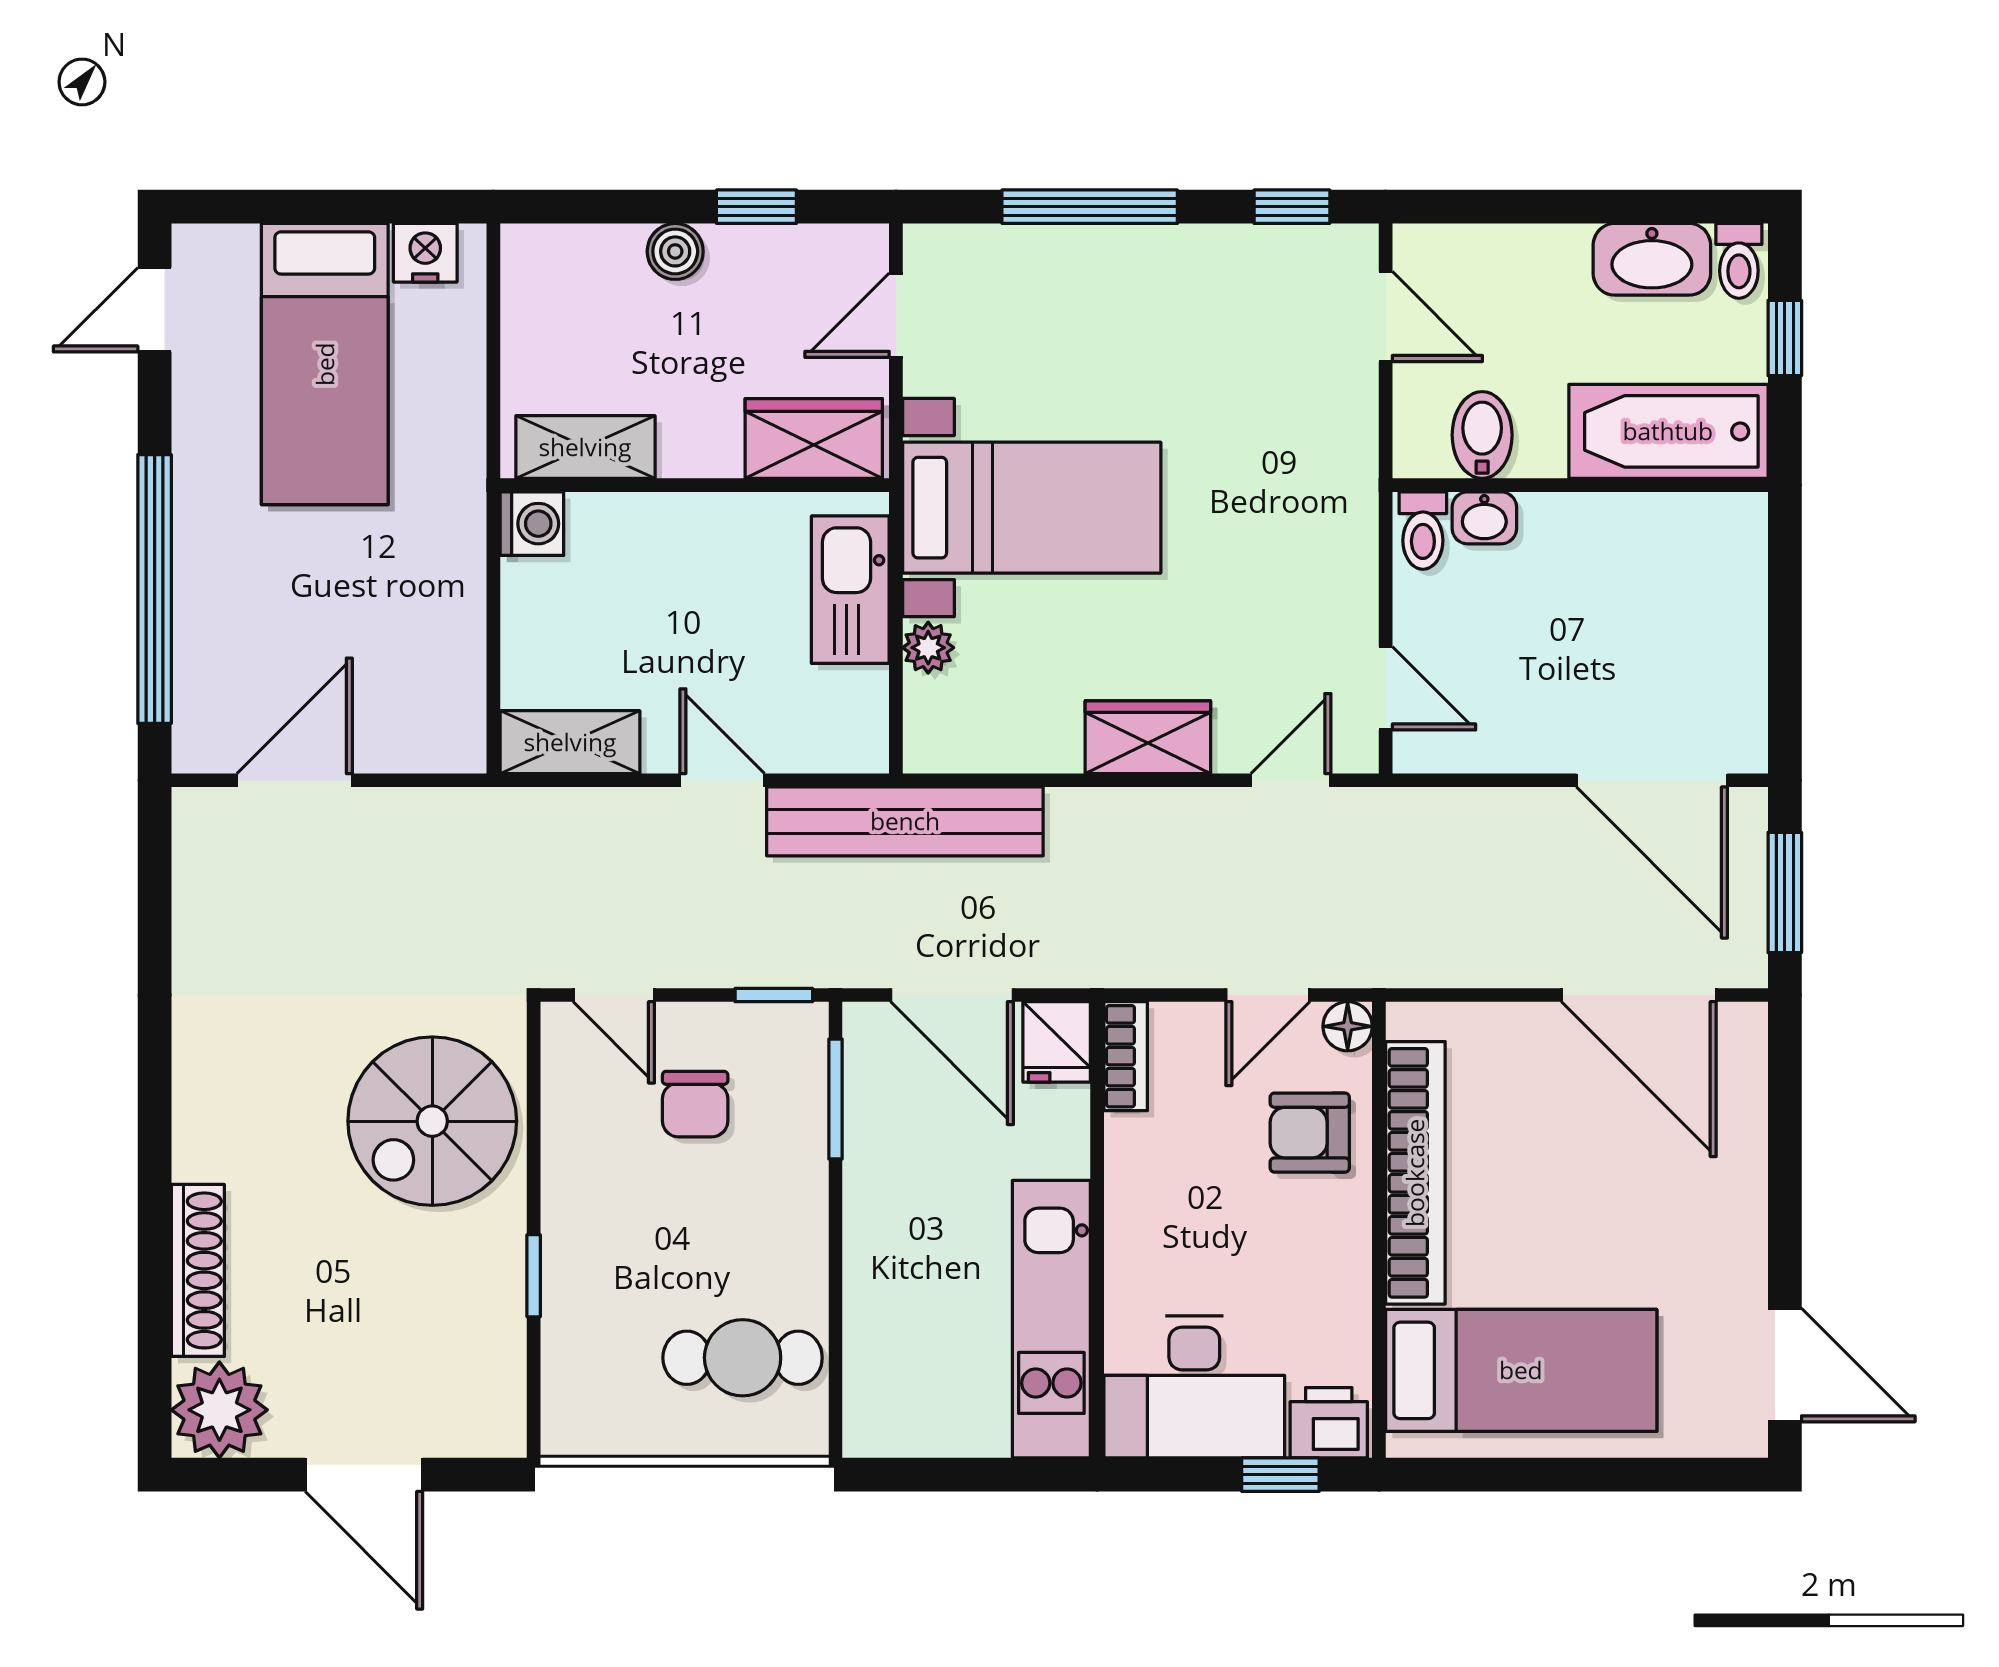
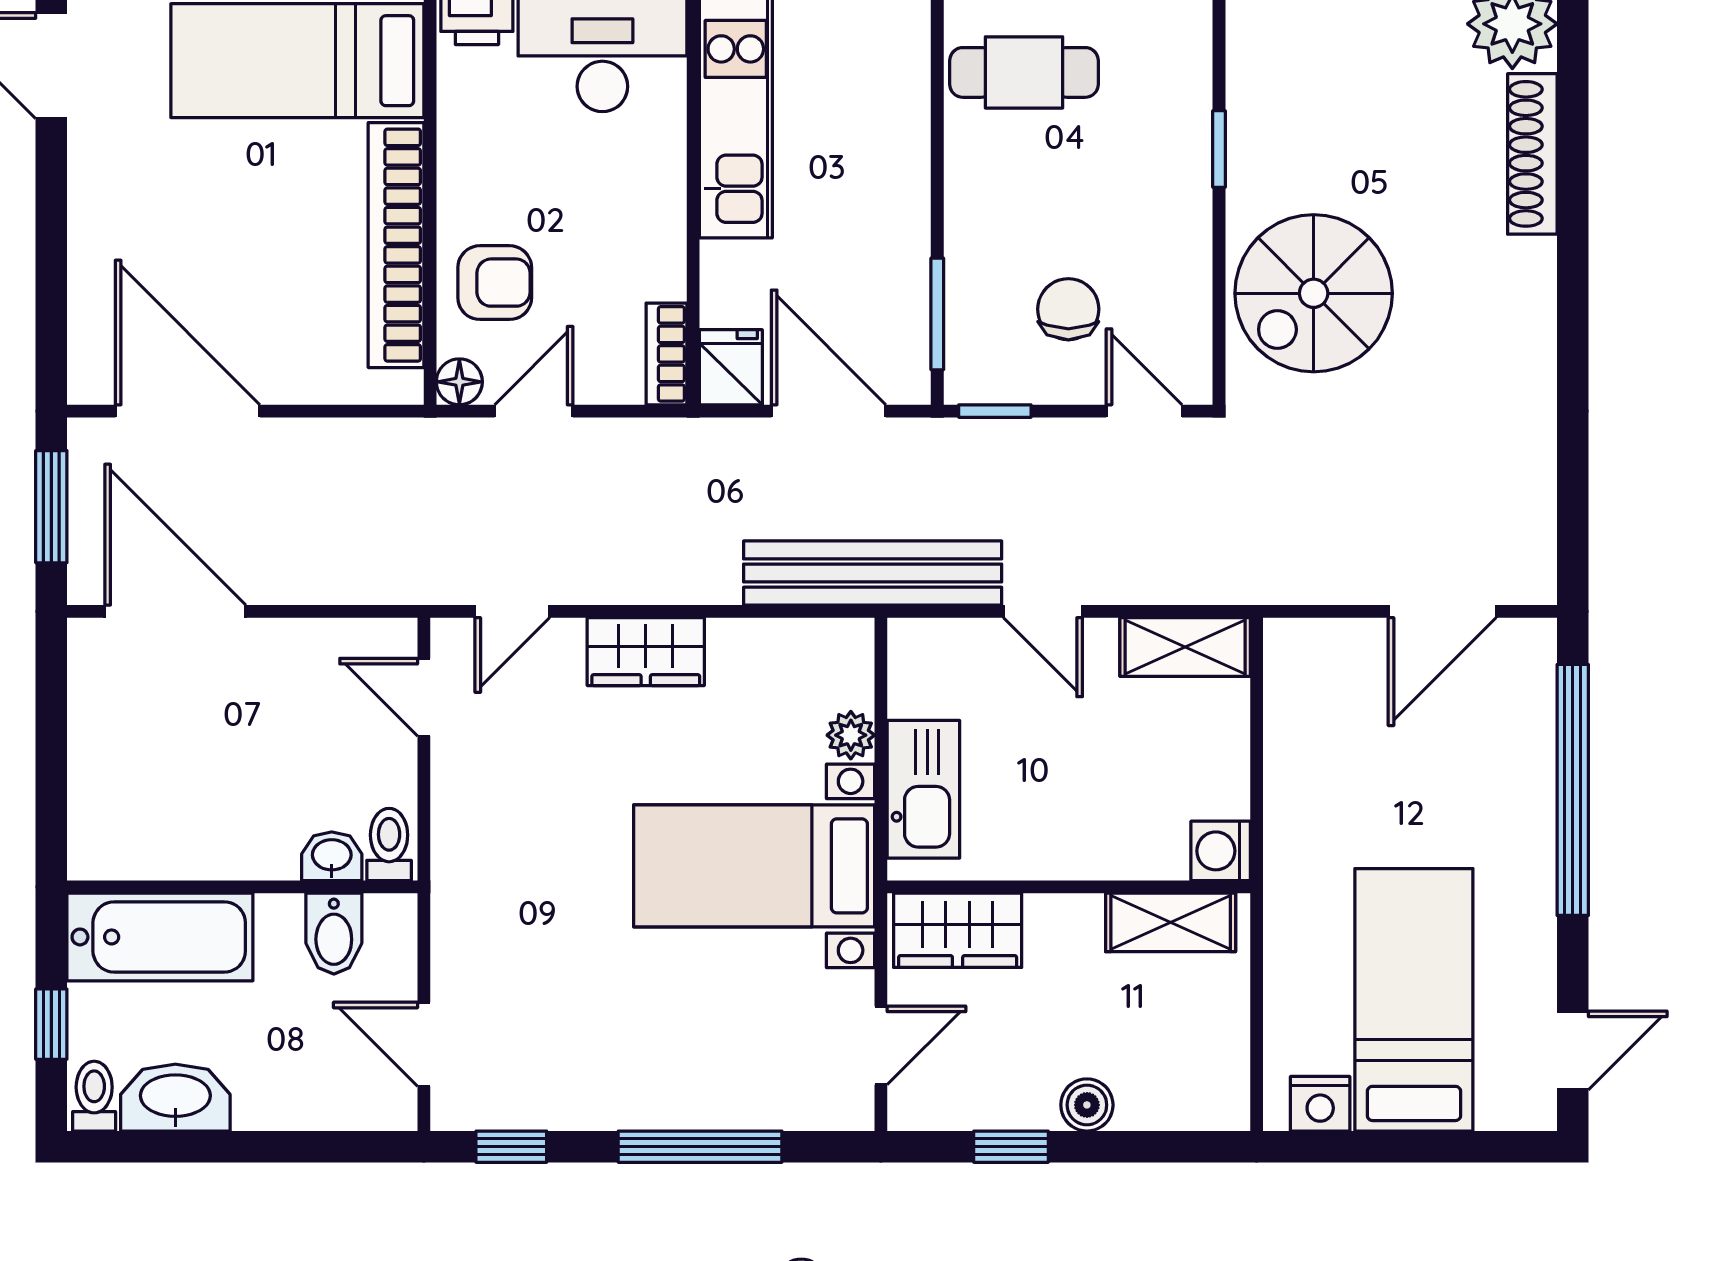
spiral stairs: (432, 1121) -> (1314, 293), turned 180

